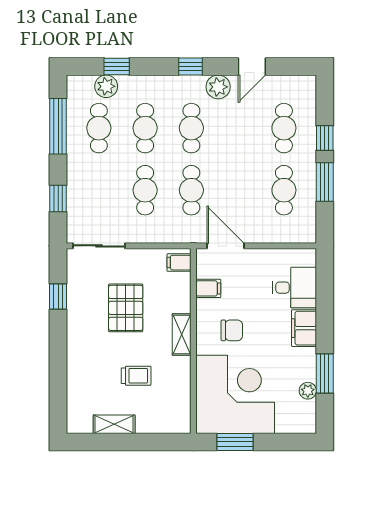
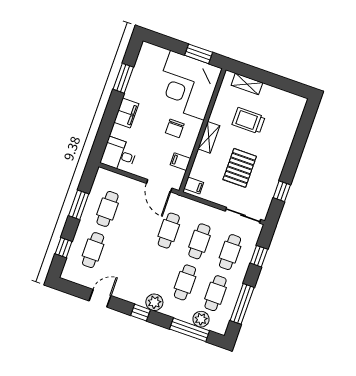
window: (117, 67) -> (190, 330), width x2.17
plant: (218, 87) -> (154, 302), moved
cafe table: (191, 128) -> (230, 252), moved
window: (325, 138) -> (64, 248), moved
desk: (294, 288) -> (119, 155), moved
chair: (232, 330) -> (175, 128), turned -90
trolley: (136, 376) -> (249, 121), width x1.36, depth x1.39
plant: (308, 391) -> (138, 71), removed
shelving: (114, 424) -> (247, 84), moved

